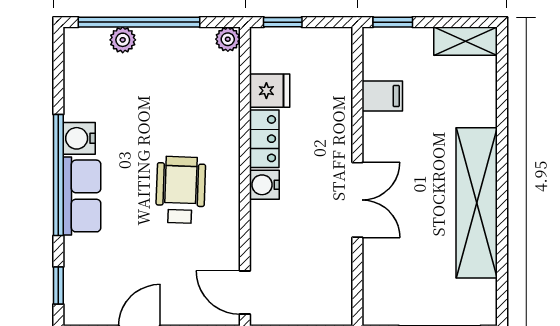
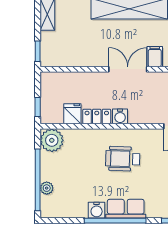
plant: (228, 39) -> (52, 140), width x1.87, depth x1.87
filing cabinet: (382, 96) -> (155, 57), moved

